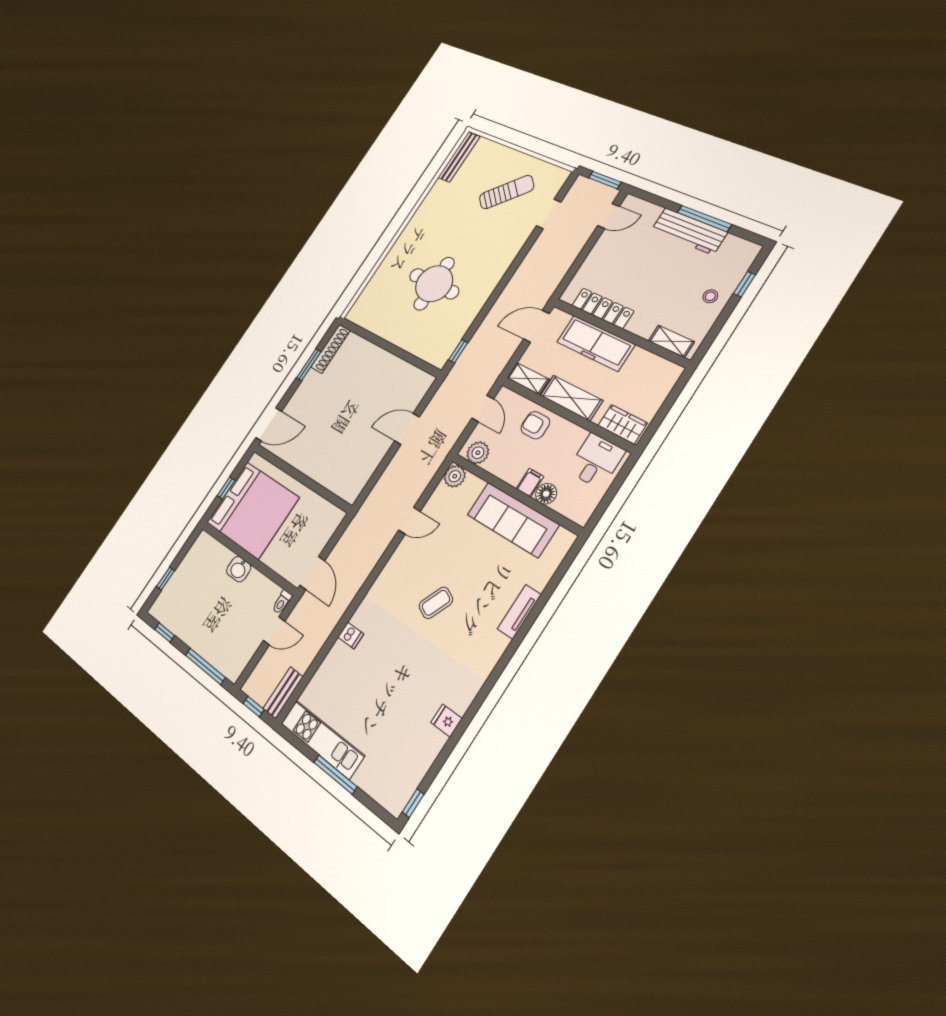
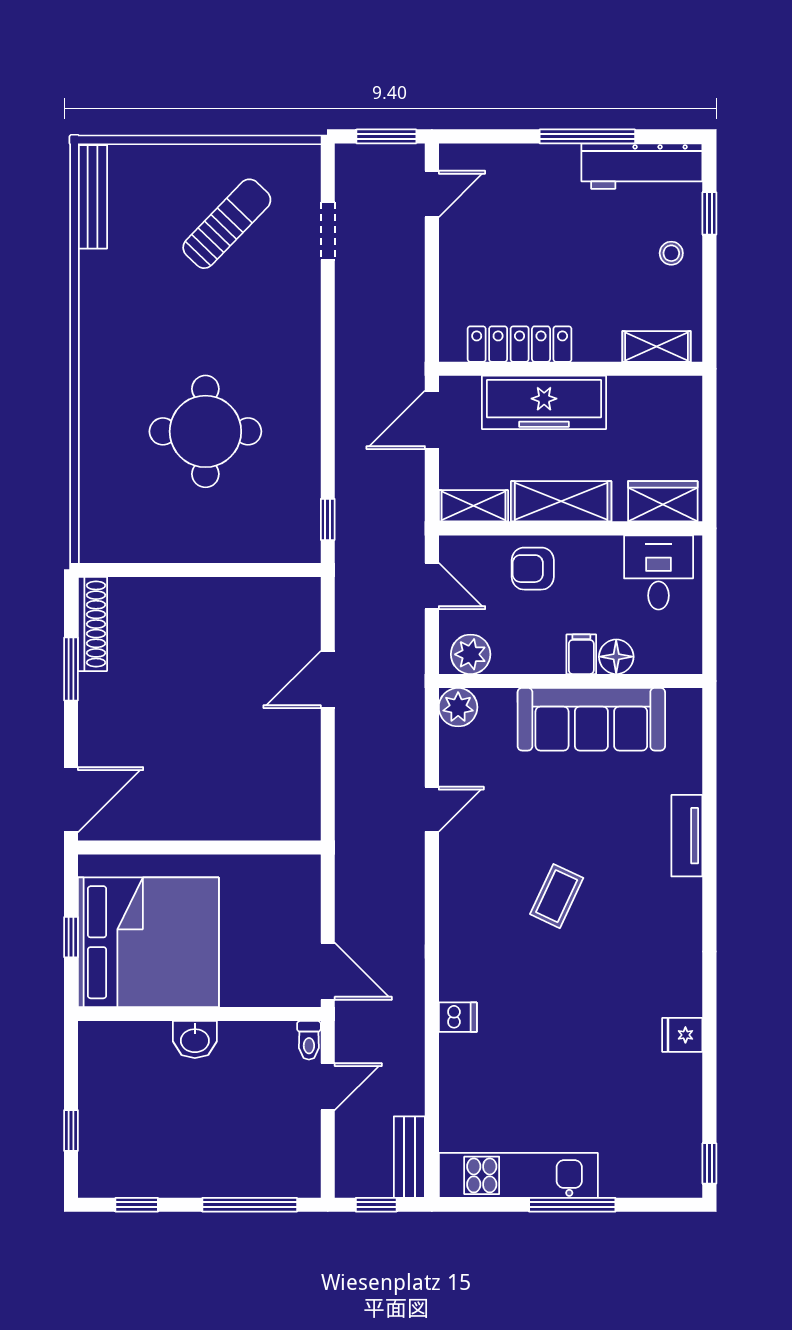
workbench: (689, 231) -> (642, 166), moved

